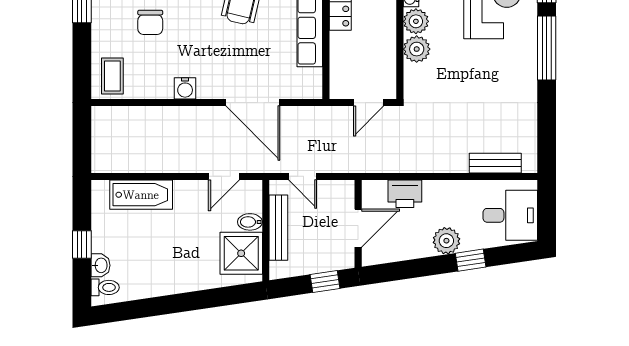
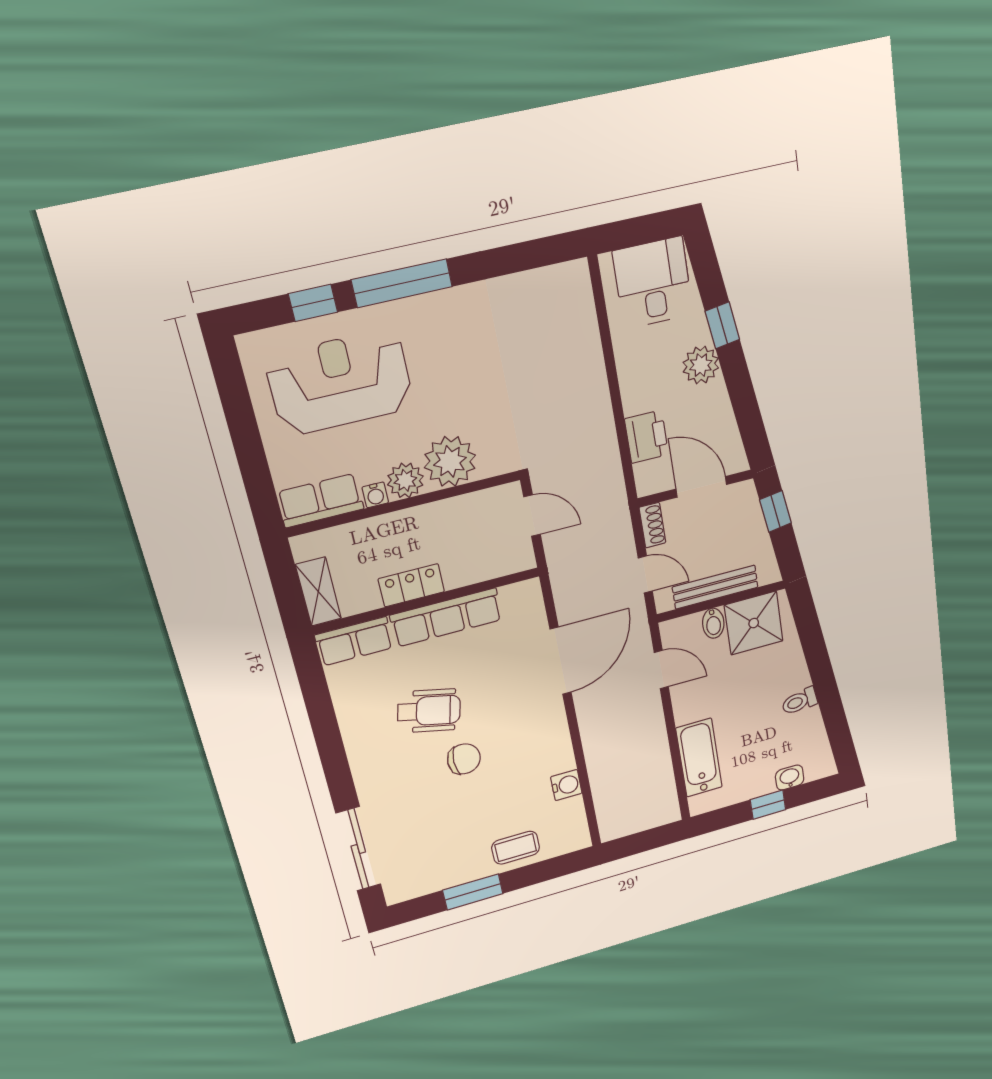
chair: (150, 22) -> (464, 759), moved
plant: (417, 49) -> (450, 461), width x1.36, depth x1.36
coffee table: (112, 76) -> (516, 848), moved
water cooler: (185, 88) -> (566, 785), moved
bench: (495, 163) -> (584, 321), removed
door: (303, 176) -> (645, 575), hinge flipped
shoe rack: (339, 188) -> (652, 525), added
toilet: (105, 287) -> (800, 701), moved, turned -98

